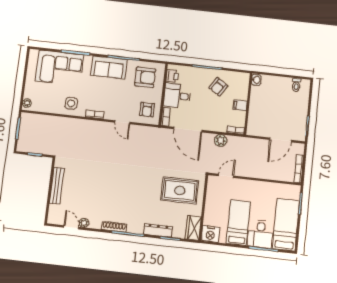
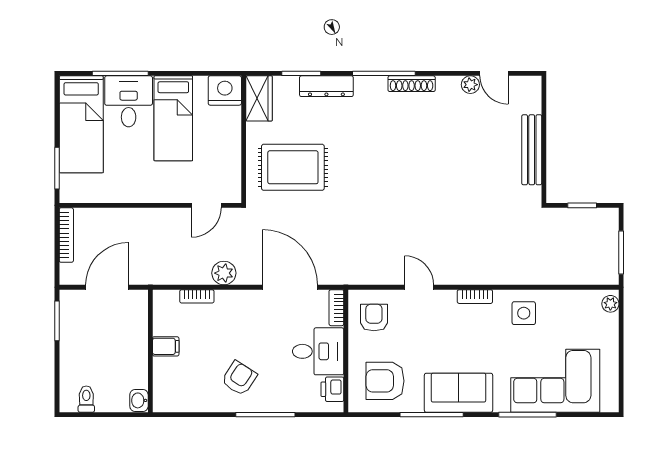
washbasin: (256, 80) -> (139, 400), moved
wall: (248, 104) -> (150, 351), moved
filing cabinet: (240, 105) -> (166, 346), moved

